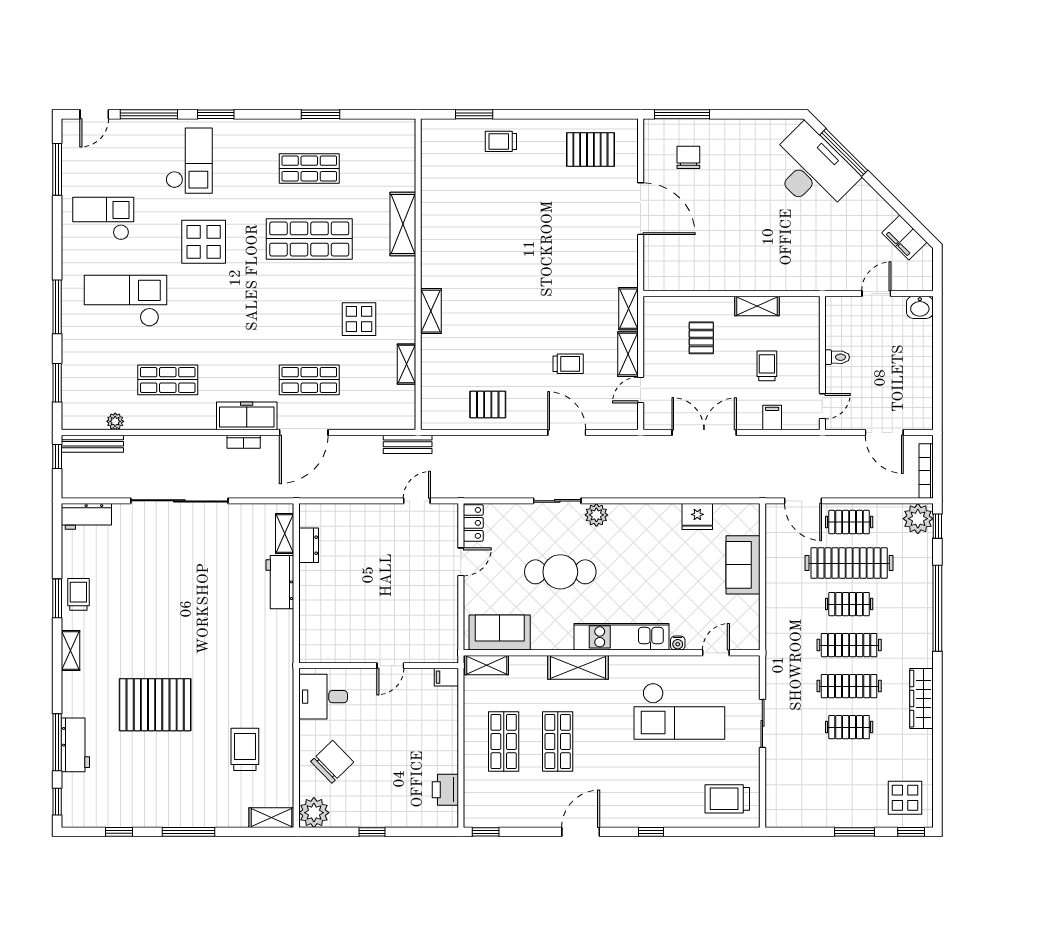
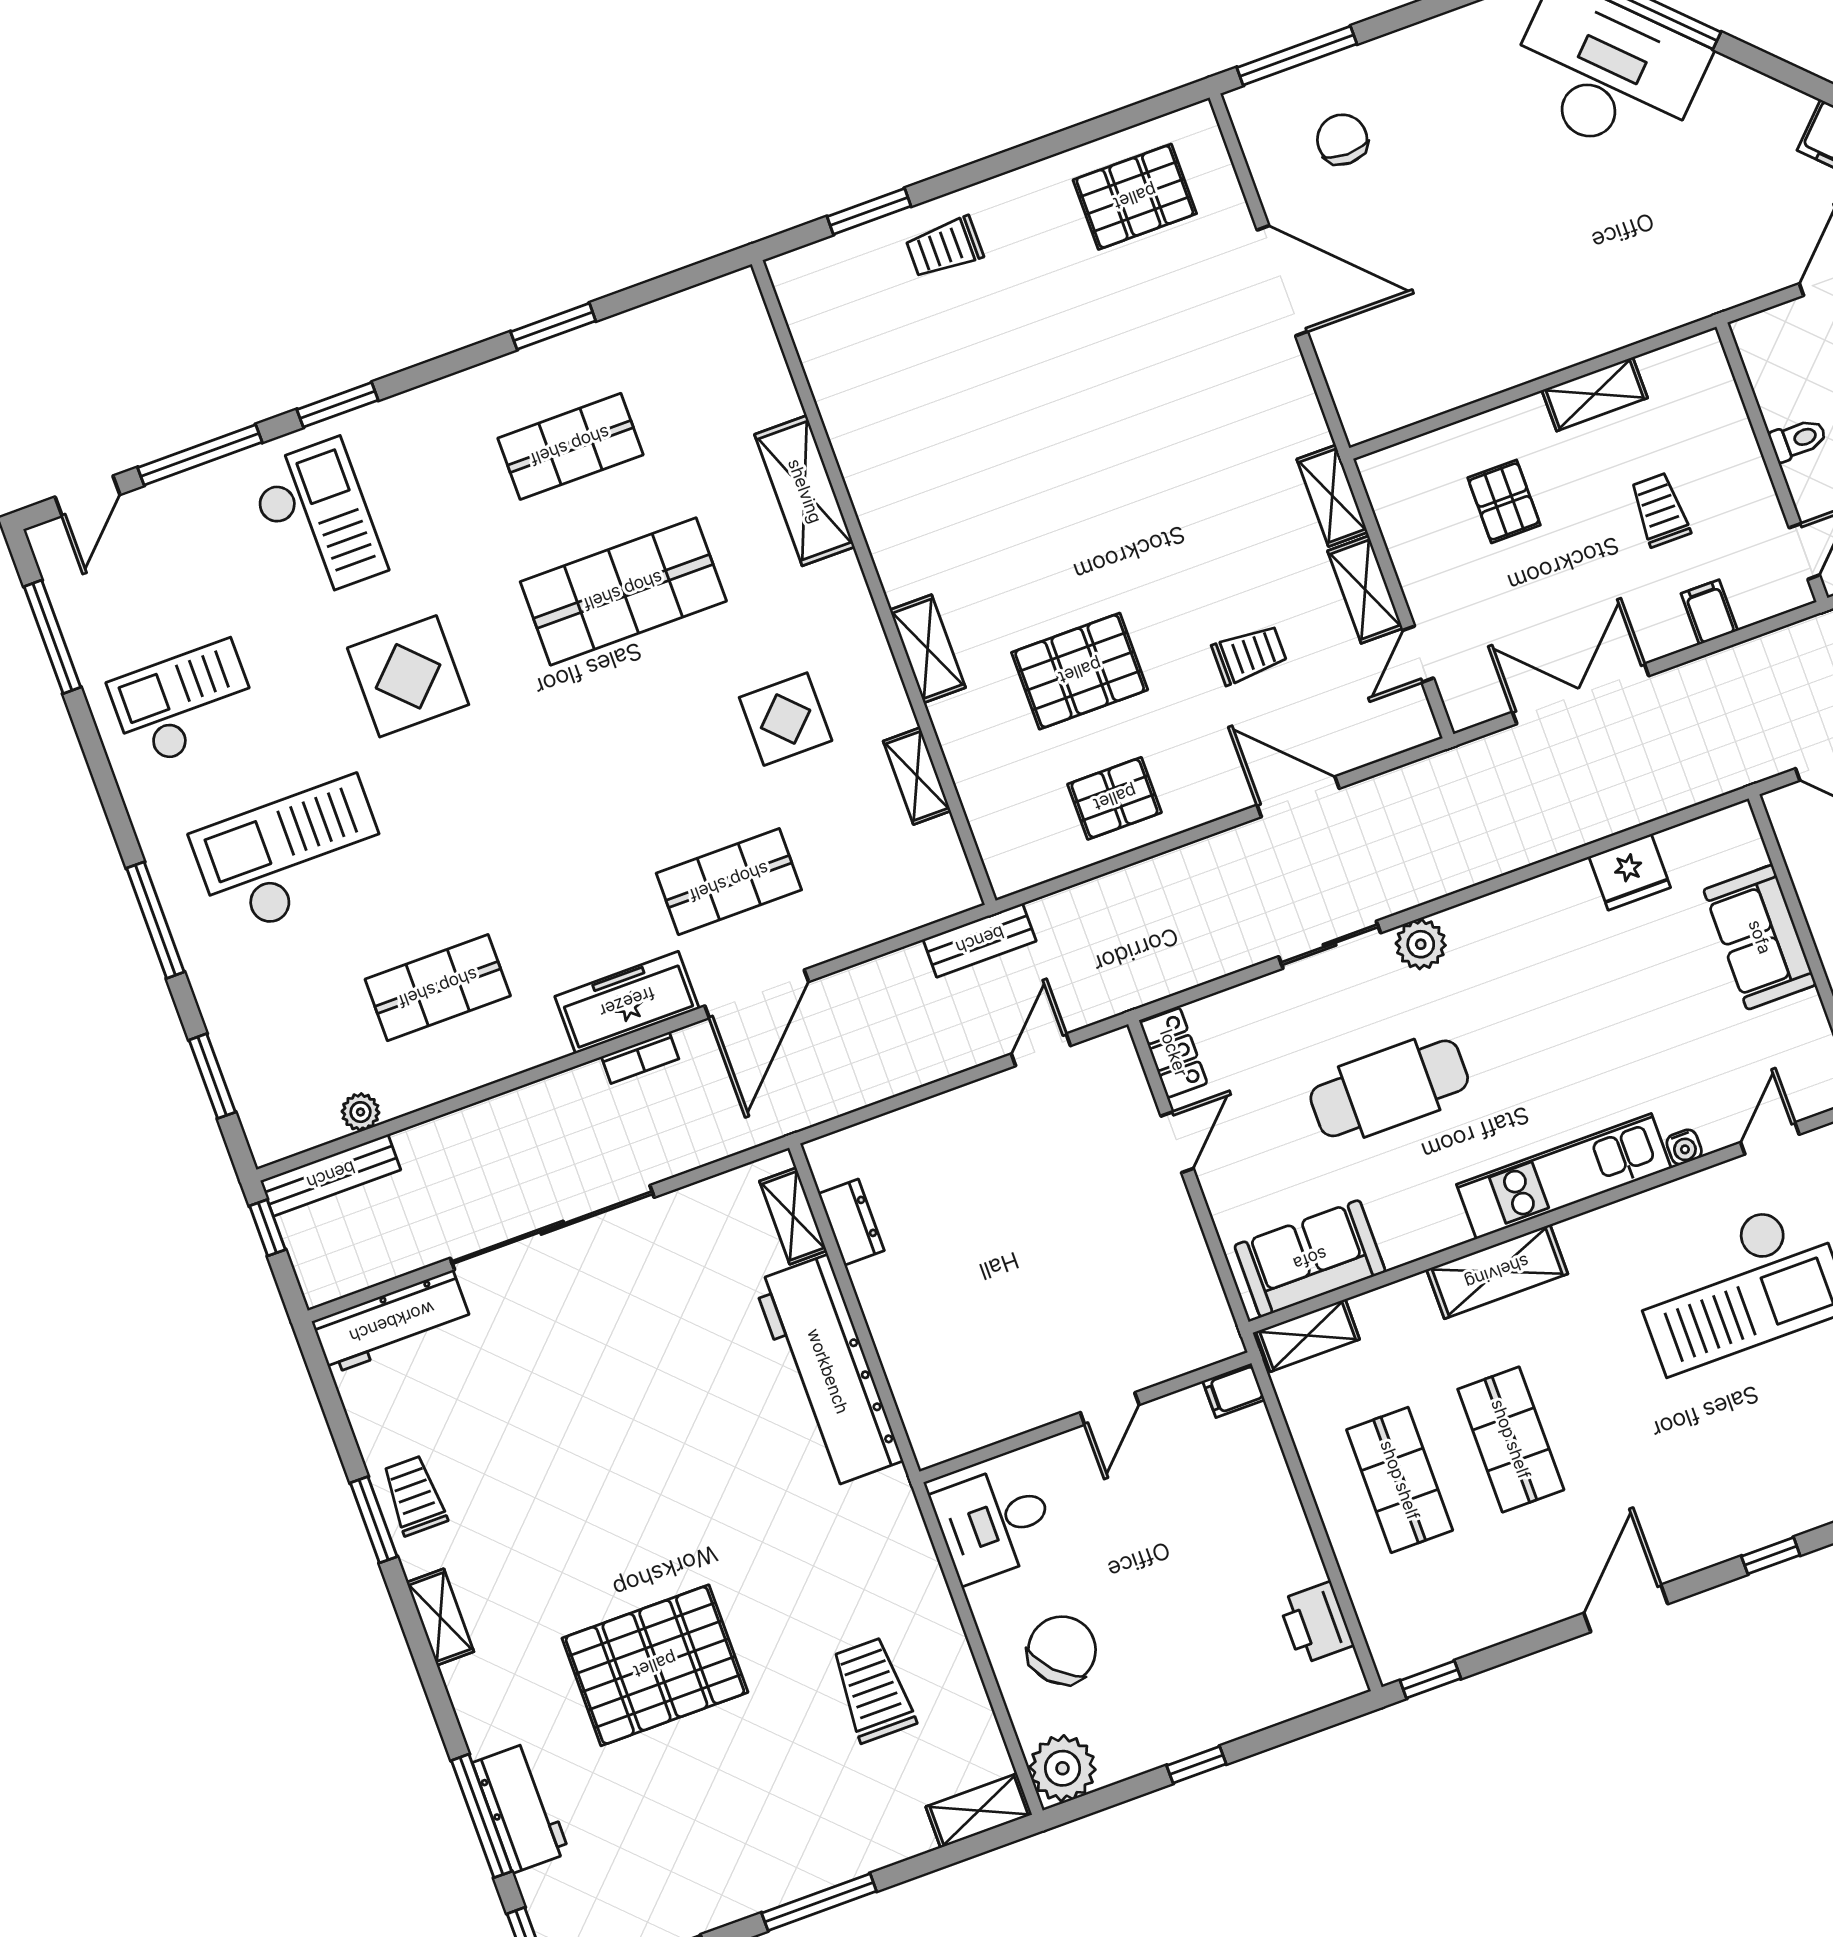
pallet: (493, 344) -> (1080, 671), added
workbench: (86, 516) -> (392, 1322), width x1.38
workbench: (280, 582) -> (828, 1371), width x1.88, depth x1.32

